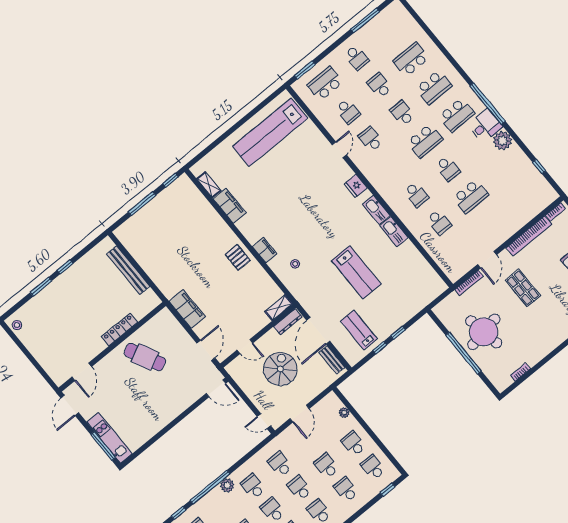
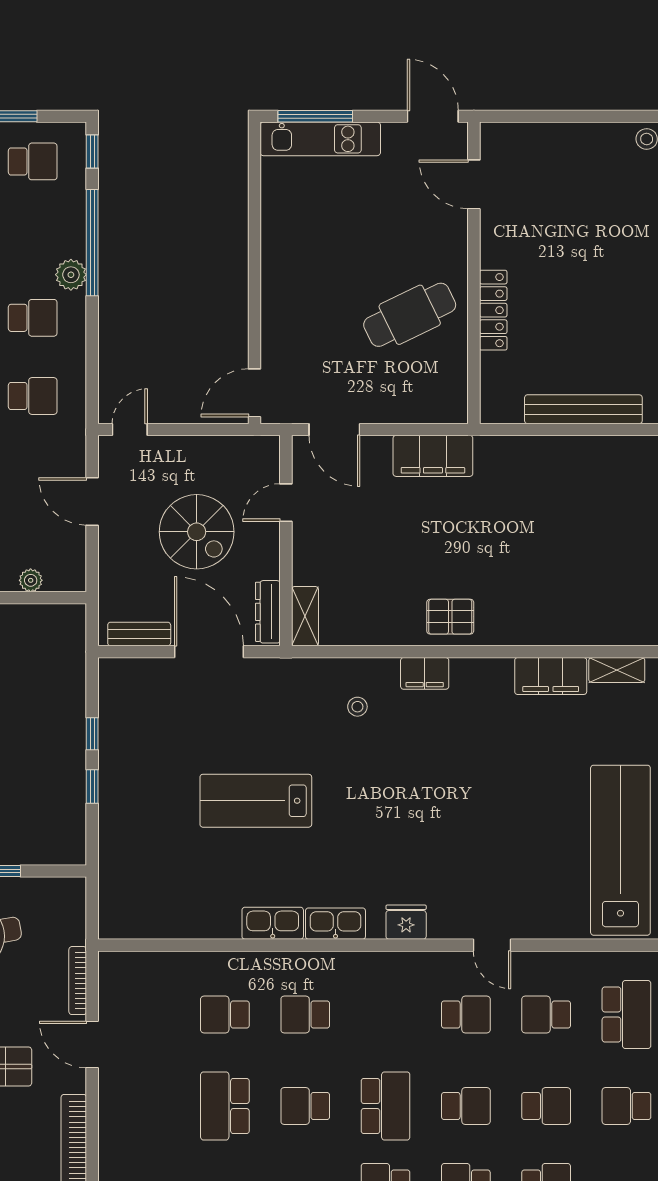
school desk: (425, 141) -> (386, 1106), turned 180
lab bench: (359, 330) -> (153, 723), removed

